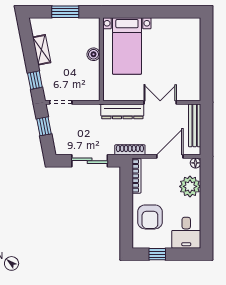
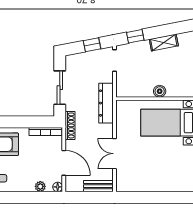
double door: (160, 102) -> (115, 154), swing flipped
dresser: (122, 111) -> (106, 103), moved
bench: (195, 125) -> (98, 186), width x0.73
plant: (190, 186) -> (40, 186), width x0.53, depth x0.53

